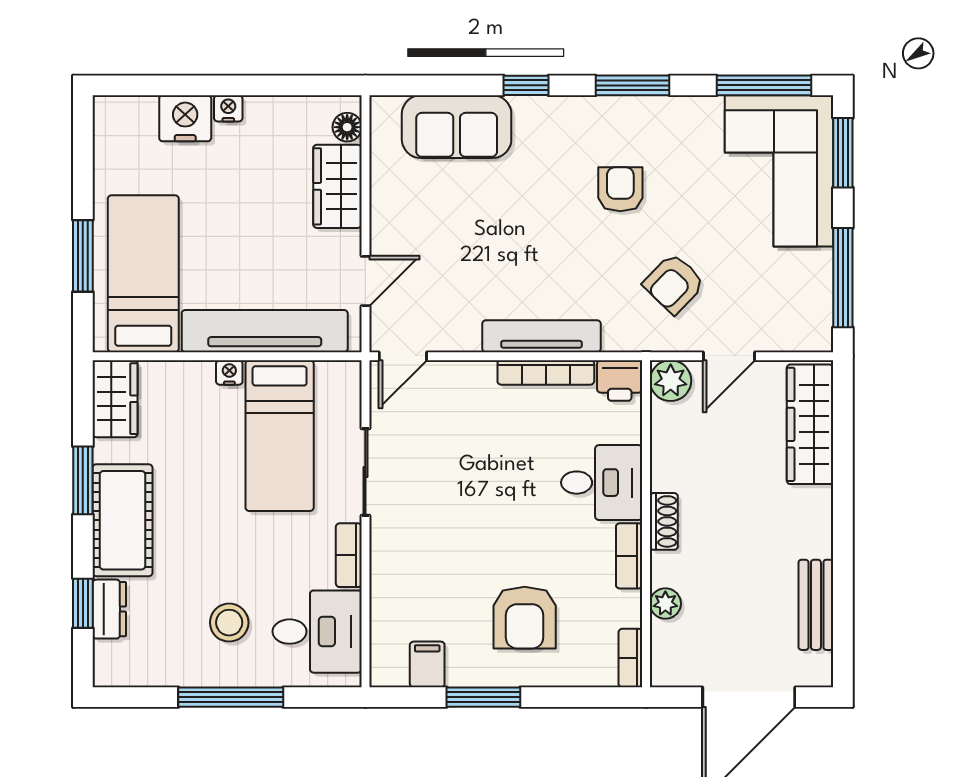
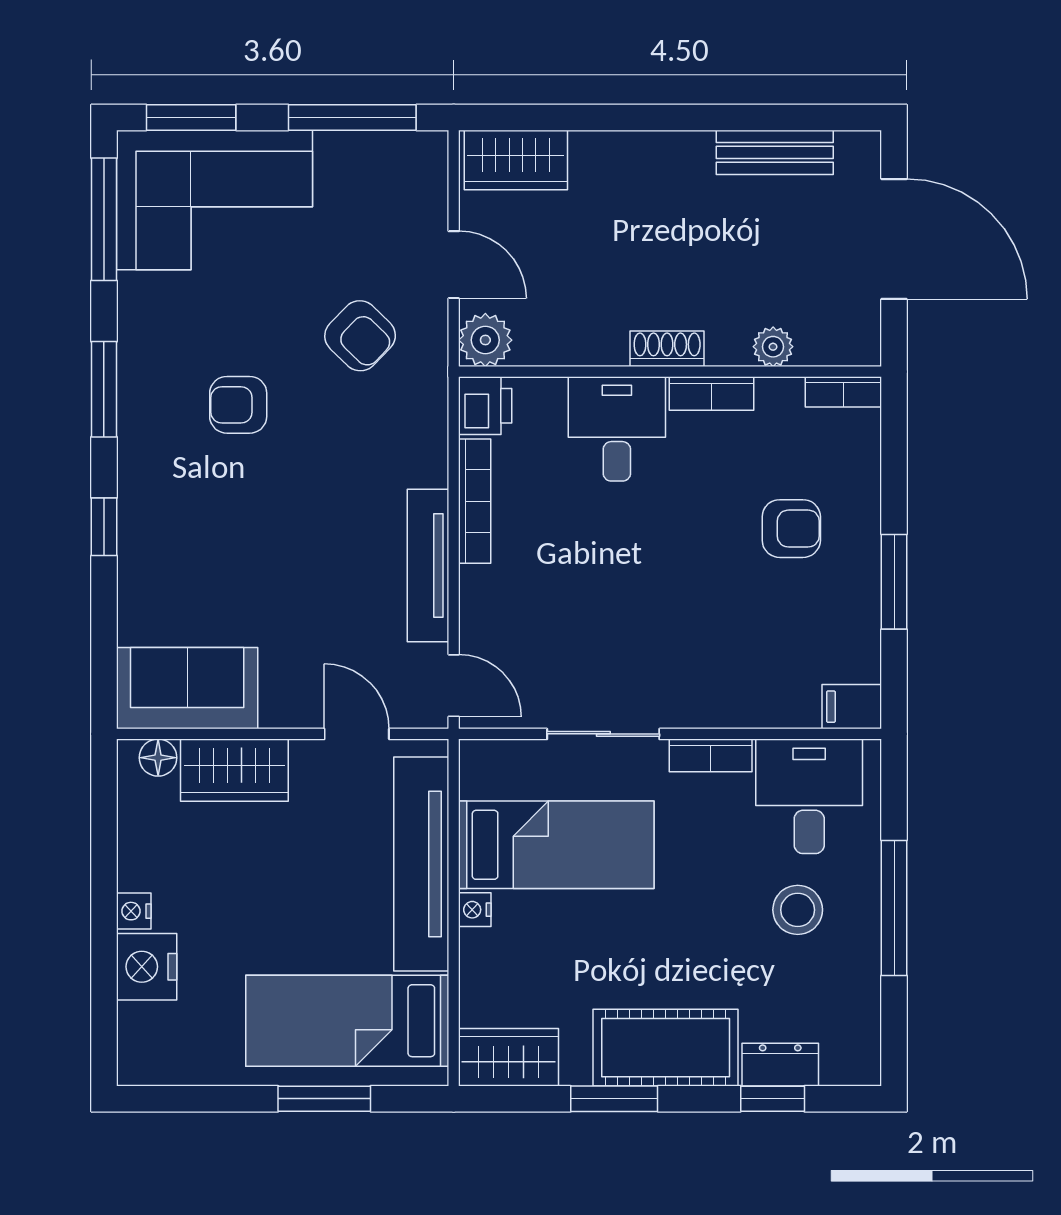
sofa: (457, 127) -> (187, 688), moved, turned -90
tv unit: (542, 336) -> (428, 566), moved
wardrobe: (810, 424) -> (516, 160), width x0.67
armchair: (525, 618) -> (791, 529), width x0.72, depth x0.72
filing cabinet: (427, 664) -> (852, 707), moved

